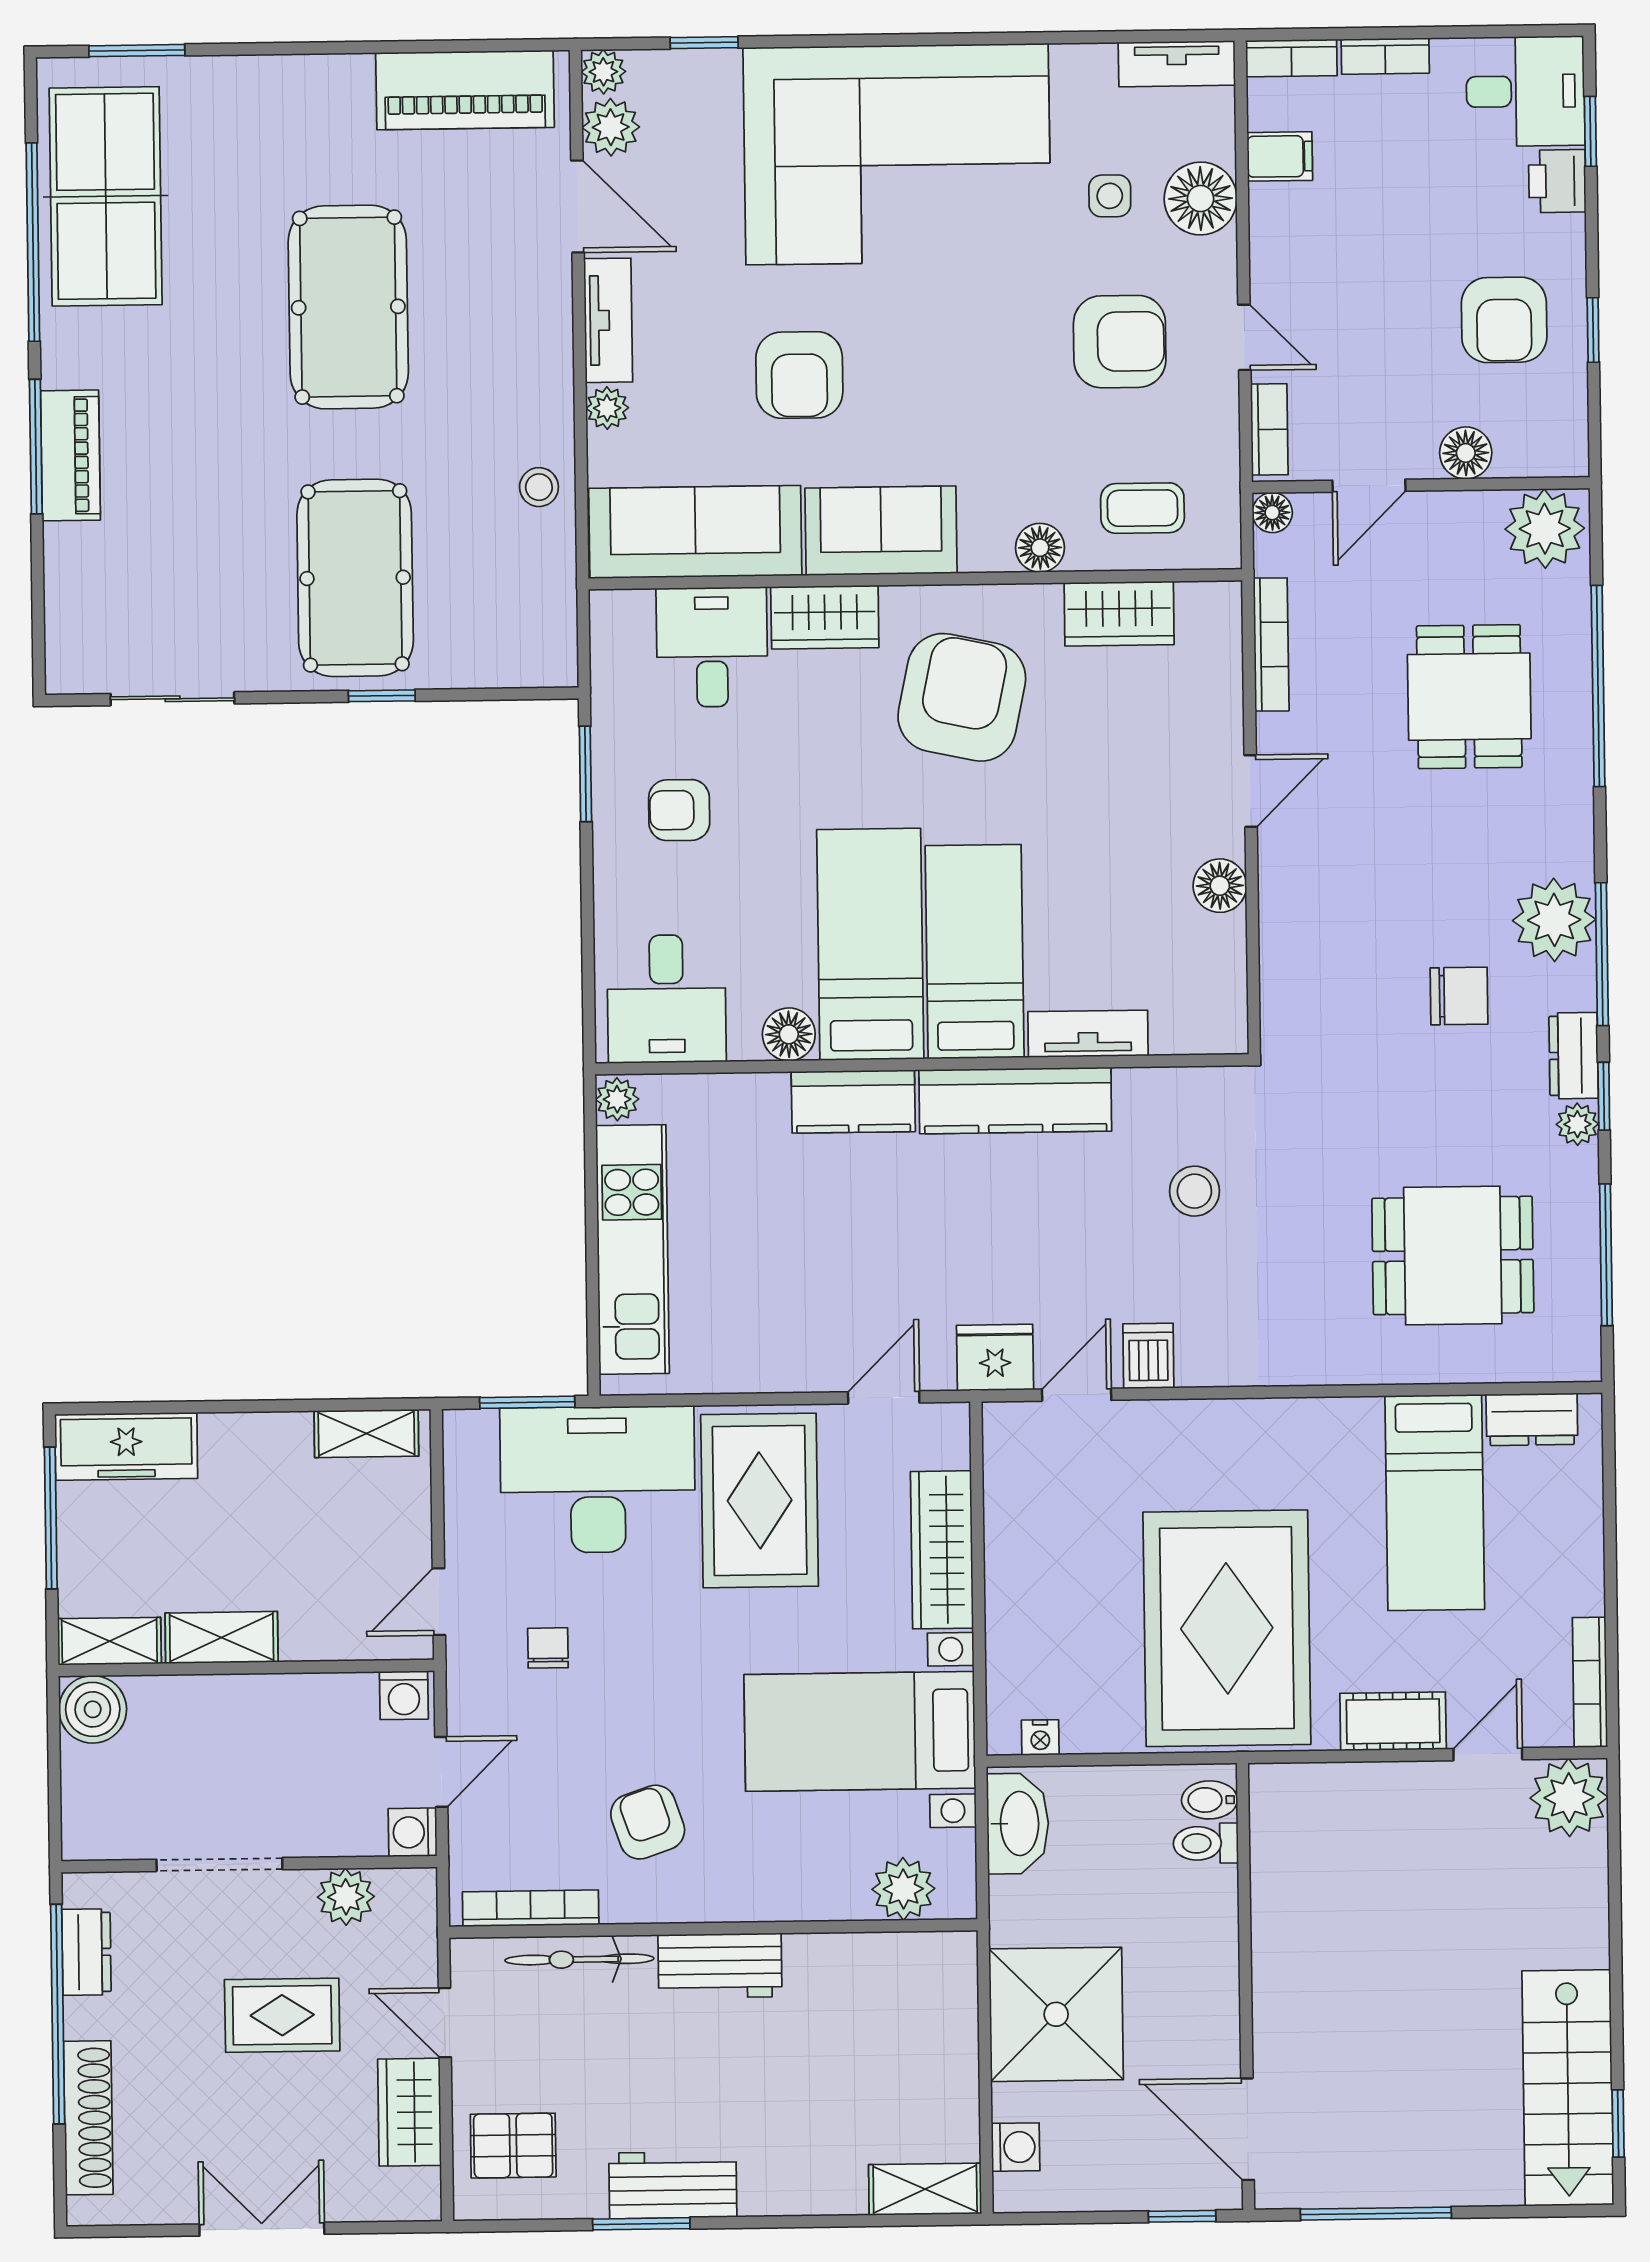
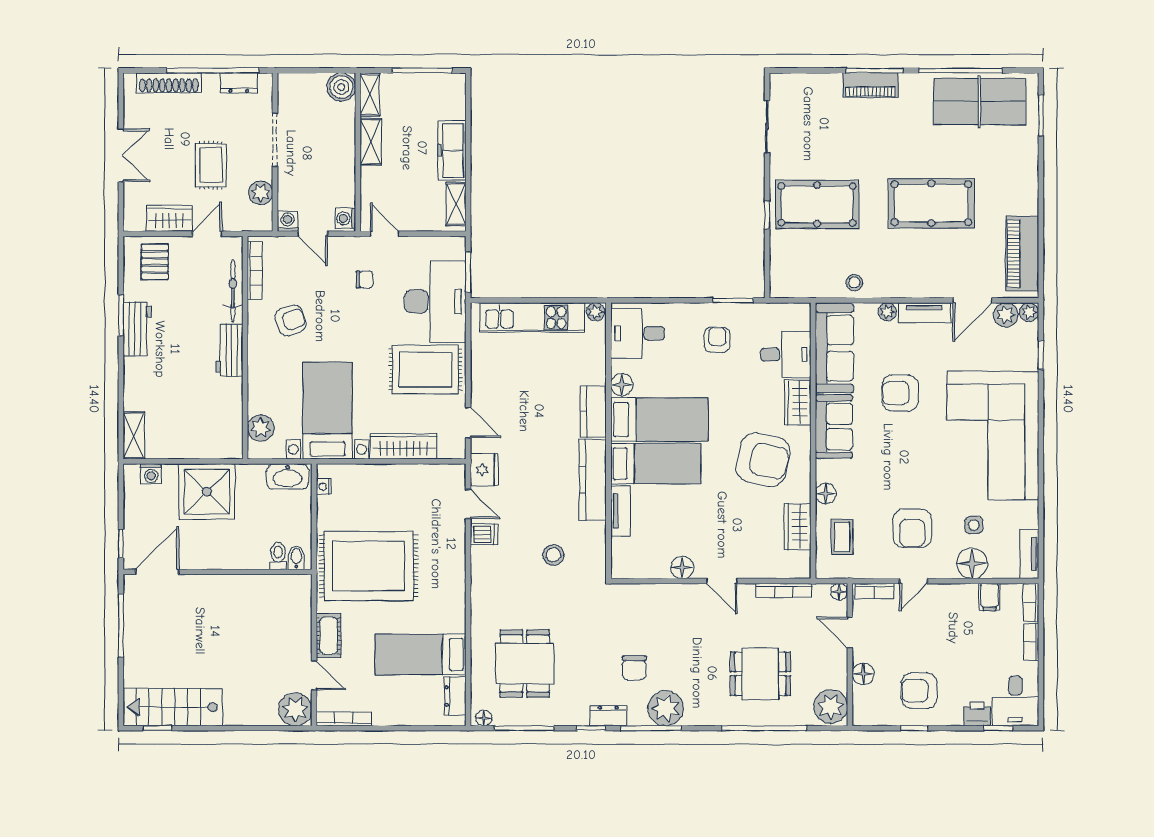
plant: (1577, 1124) -> (579, 717), removed
floor lamp: (1583, 1350) -> (484, 718), added
freezer: (126, 1446) -> (452, 150), moved

